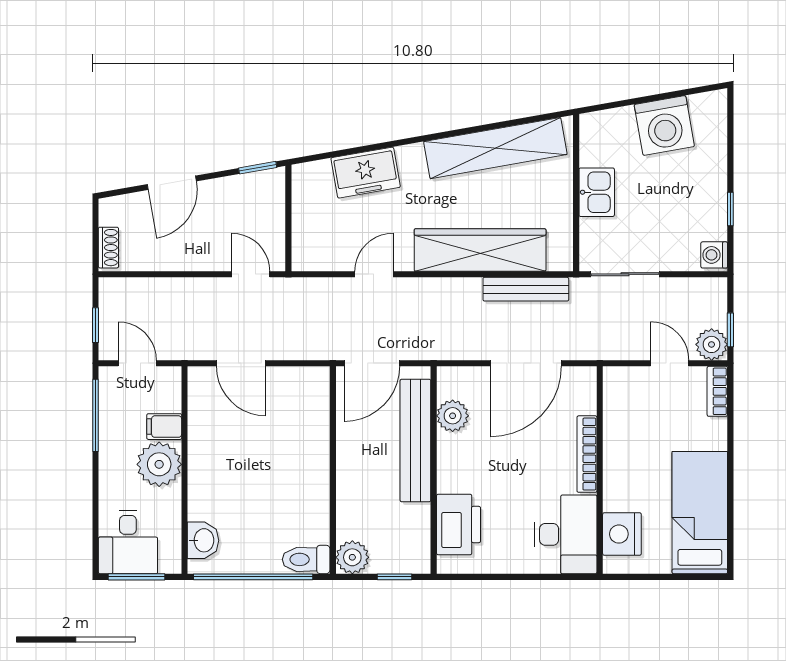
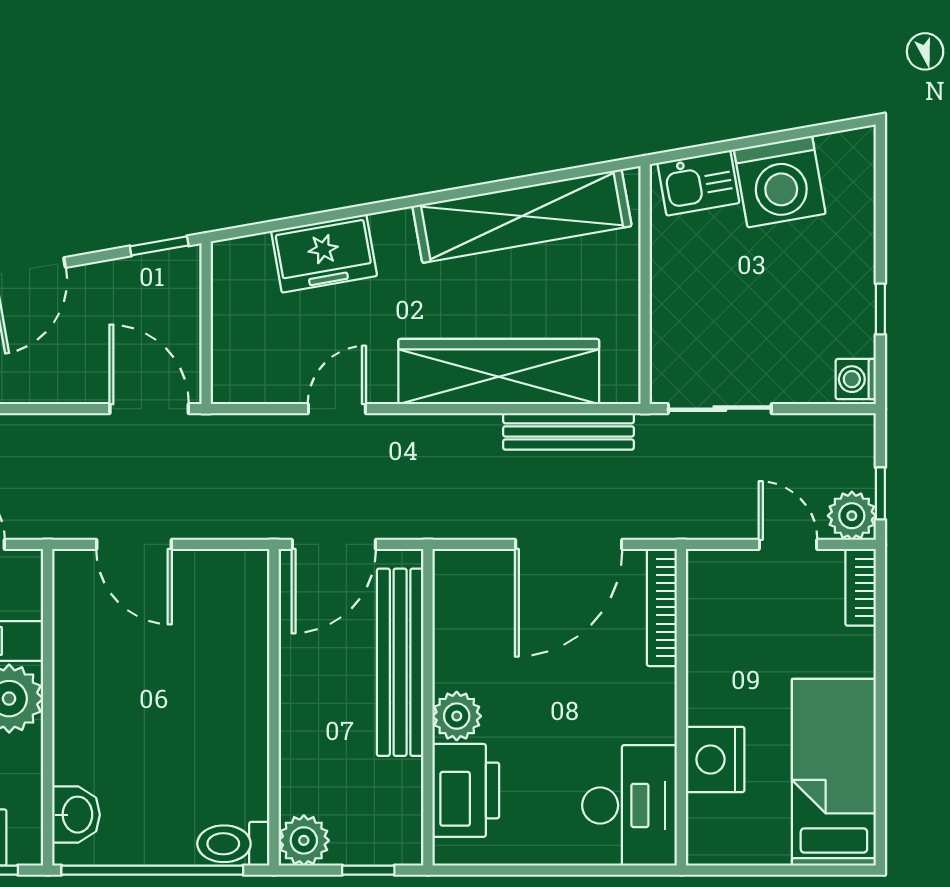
kitchen sink: (597, 192) -> (698, 183), moved, turned 80
door: (251, 274) -> (149, 409), width x1.38
plant: (453, 416) -> (457, 716), moved
bookcase: (587, 454) -> (662, 607), moved
nightstand: (622, 534) -> (715, 759), moved

